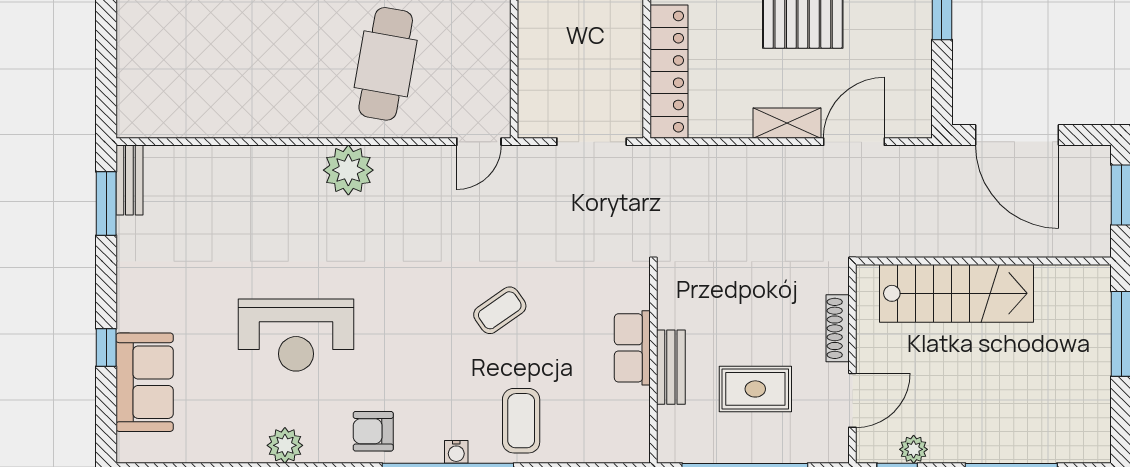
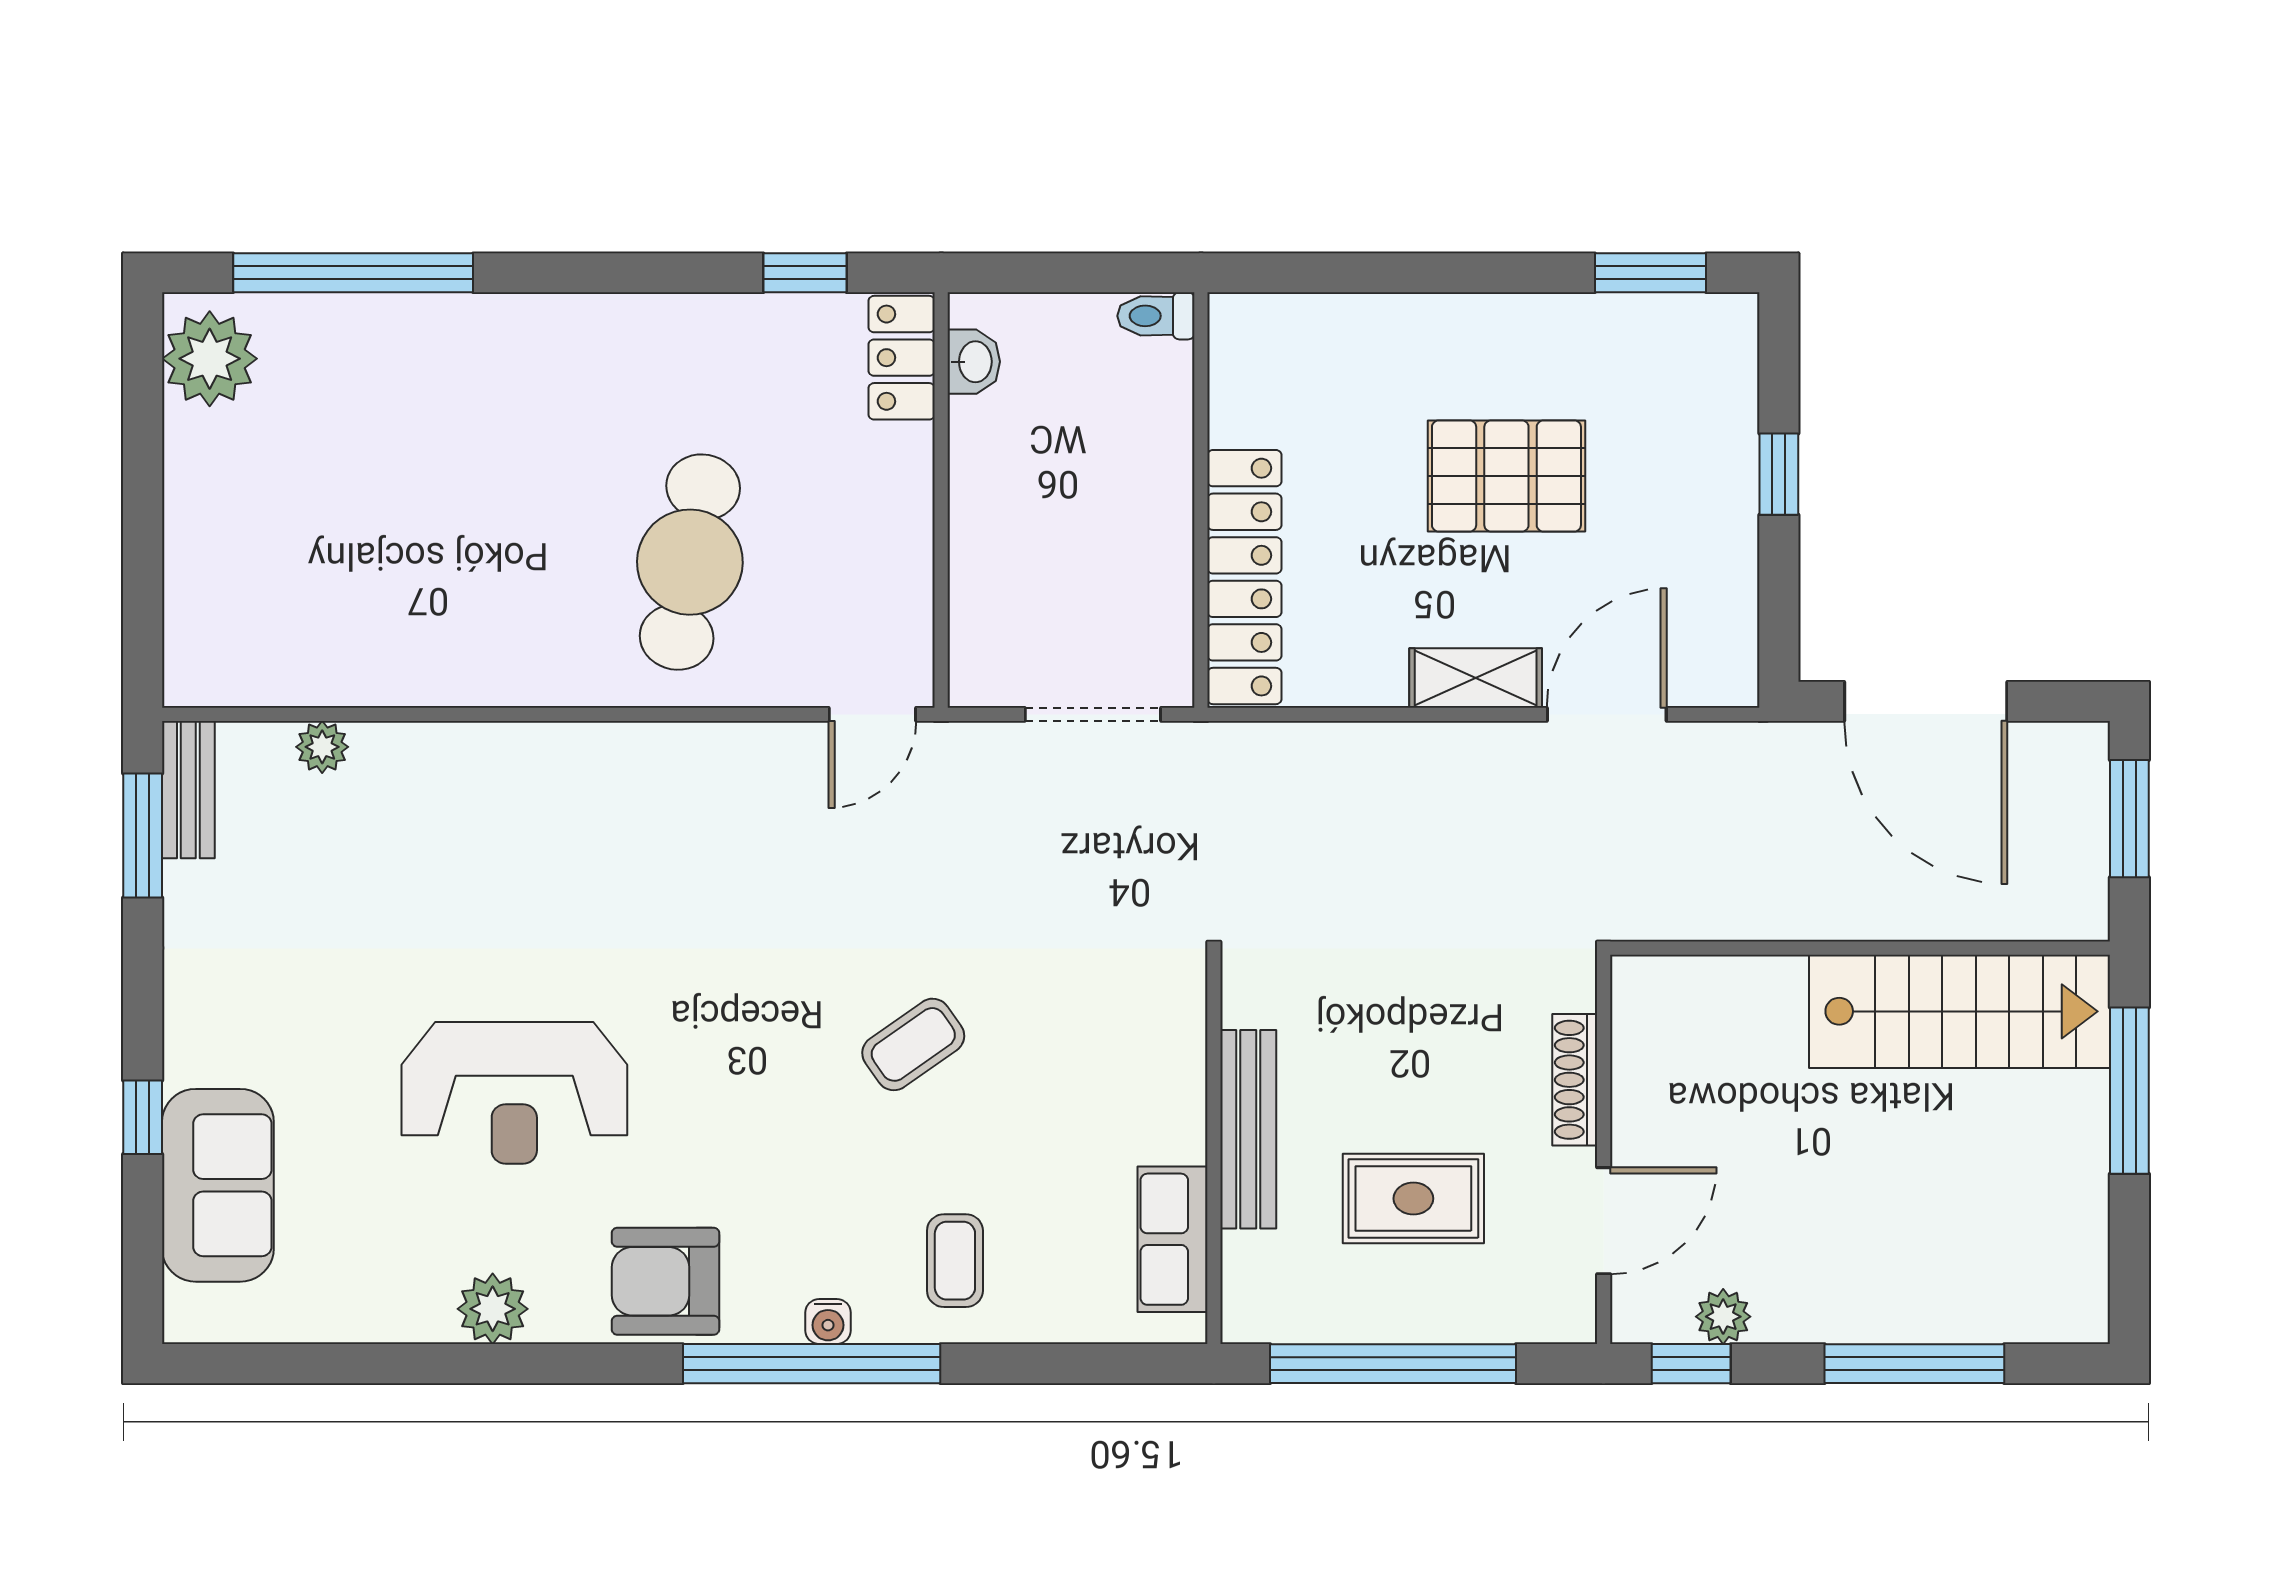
plant: (348, 170) -> (322, 747), moved, width x0.53, depth x0.53
stairs: (956, 293) -> (1960, 1011), moved
row of seats: (632, 348) -> (1173, 1239), moved
bench: (671, 367) -> (1248, 1129), width x1.36
coffee table: (521, 421) -> (955, 1261), width x0.73, depth x0.77
armchair: (373, 431) -> (666, 1281), width x1.38, depth x1.38

